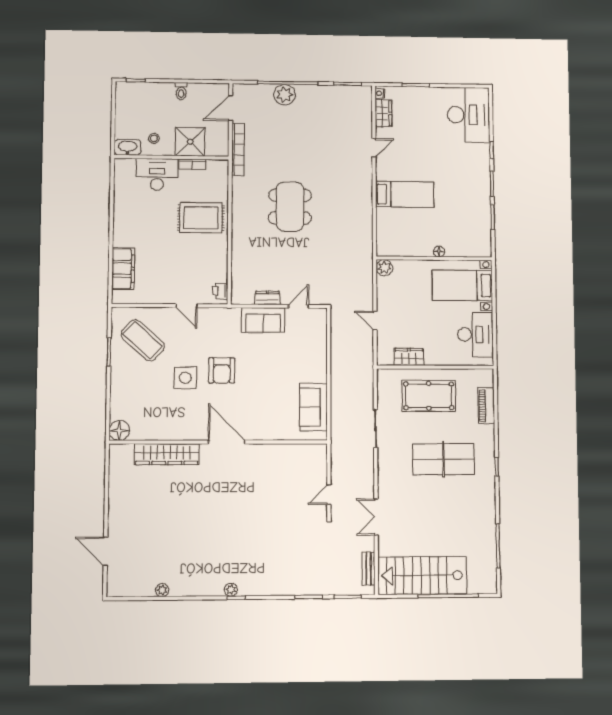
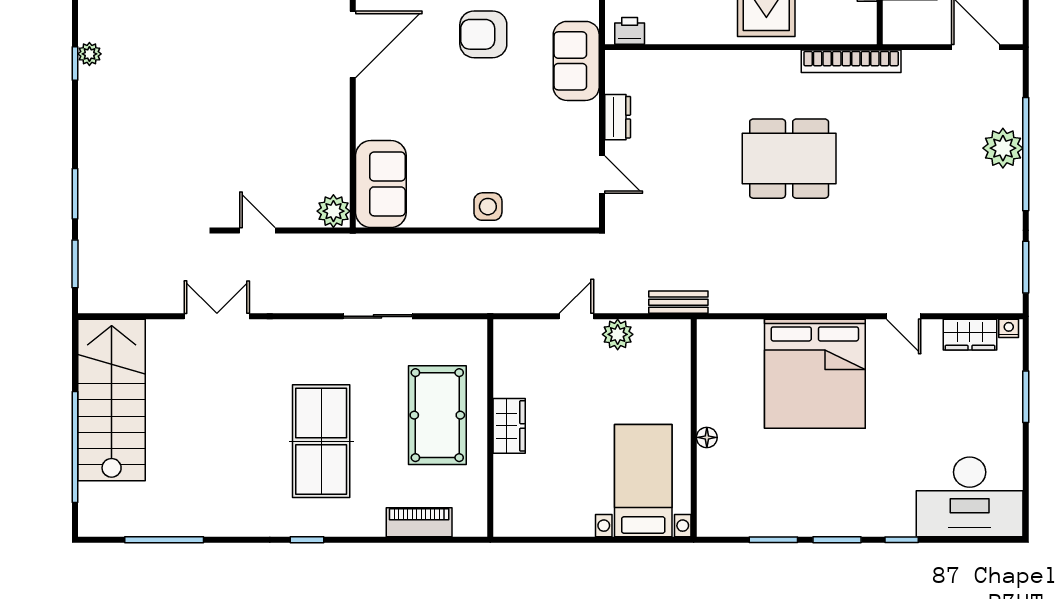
bookcase: (238, 149) -> (851, 61), moved
bed: (405, 194) -> (815, 374), width x2.04
plant: (384, 268) -> (618, 334), moved
sofa: (263, 320) -> (576, 61), moved
desk: (475, 334) -> (551, 504), removed
wardrobe: (409, 357) -> (509, 426), moved
side table: (316, 368) -> (488, 207), added
sofa: (313, 407) -> (381, 184), moved, turned 90
plant: (318, 453) -> (333, 211), added
bench: (369, 569) -> (678, 302), moved

